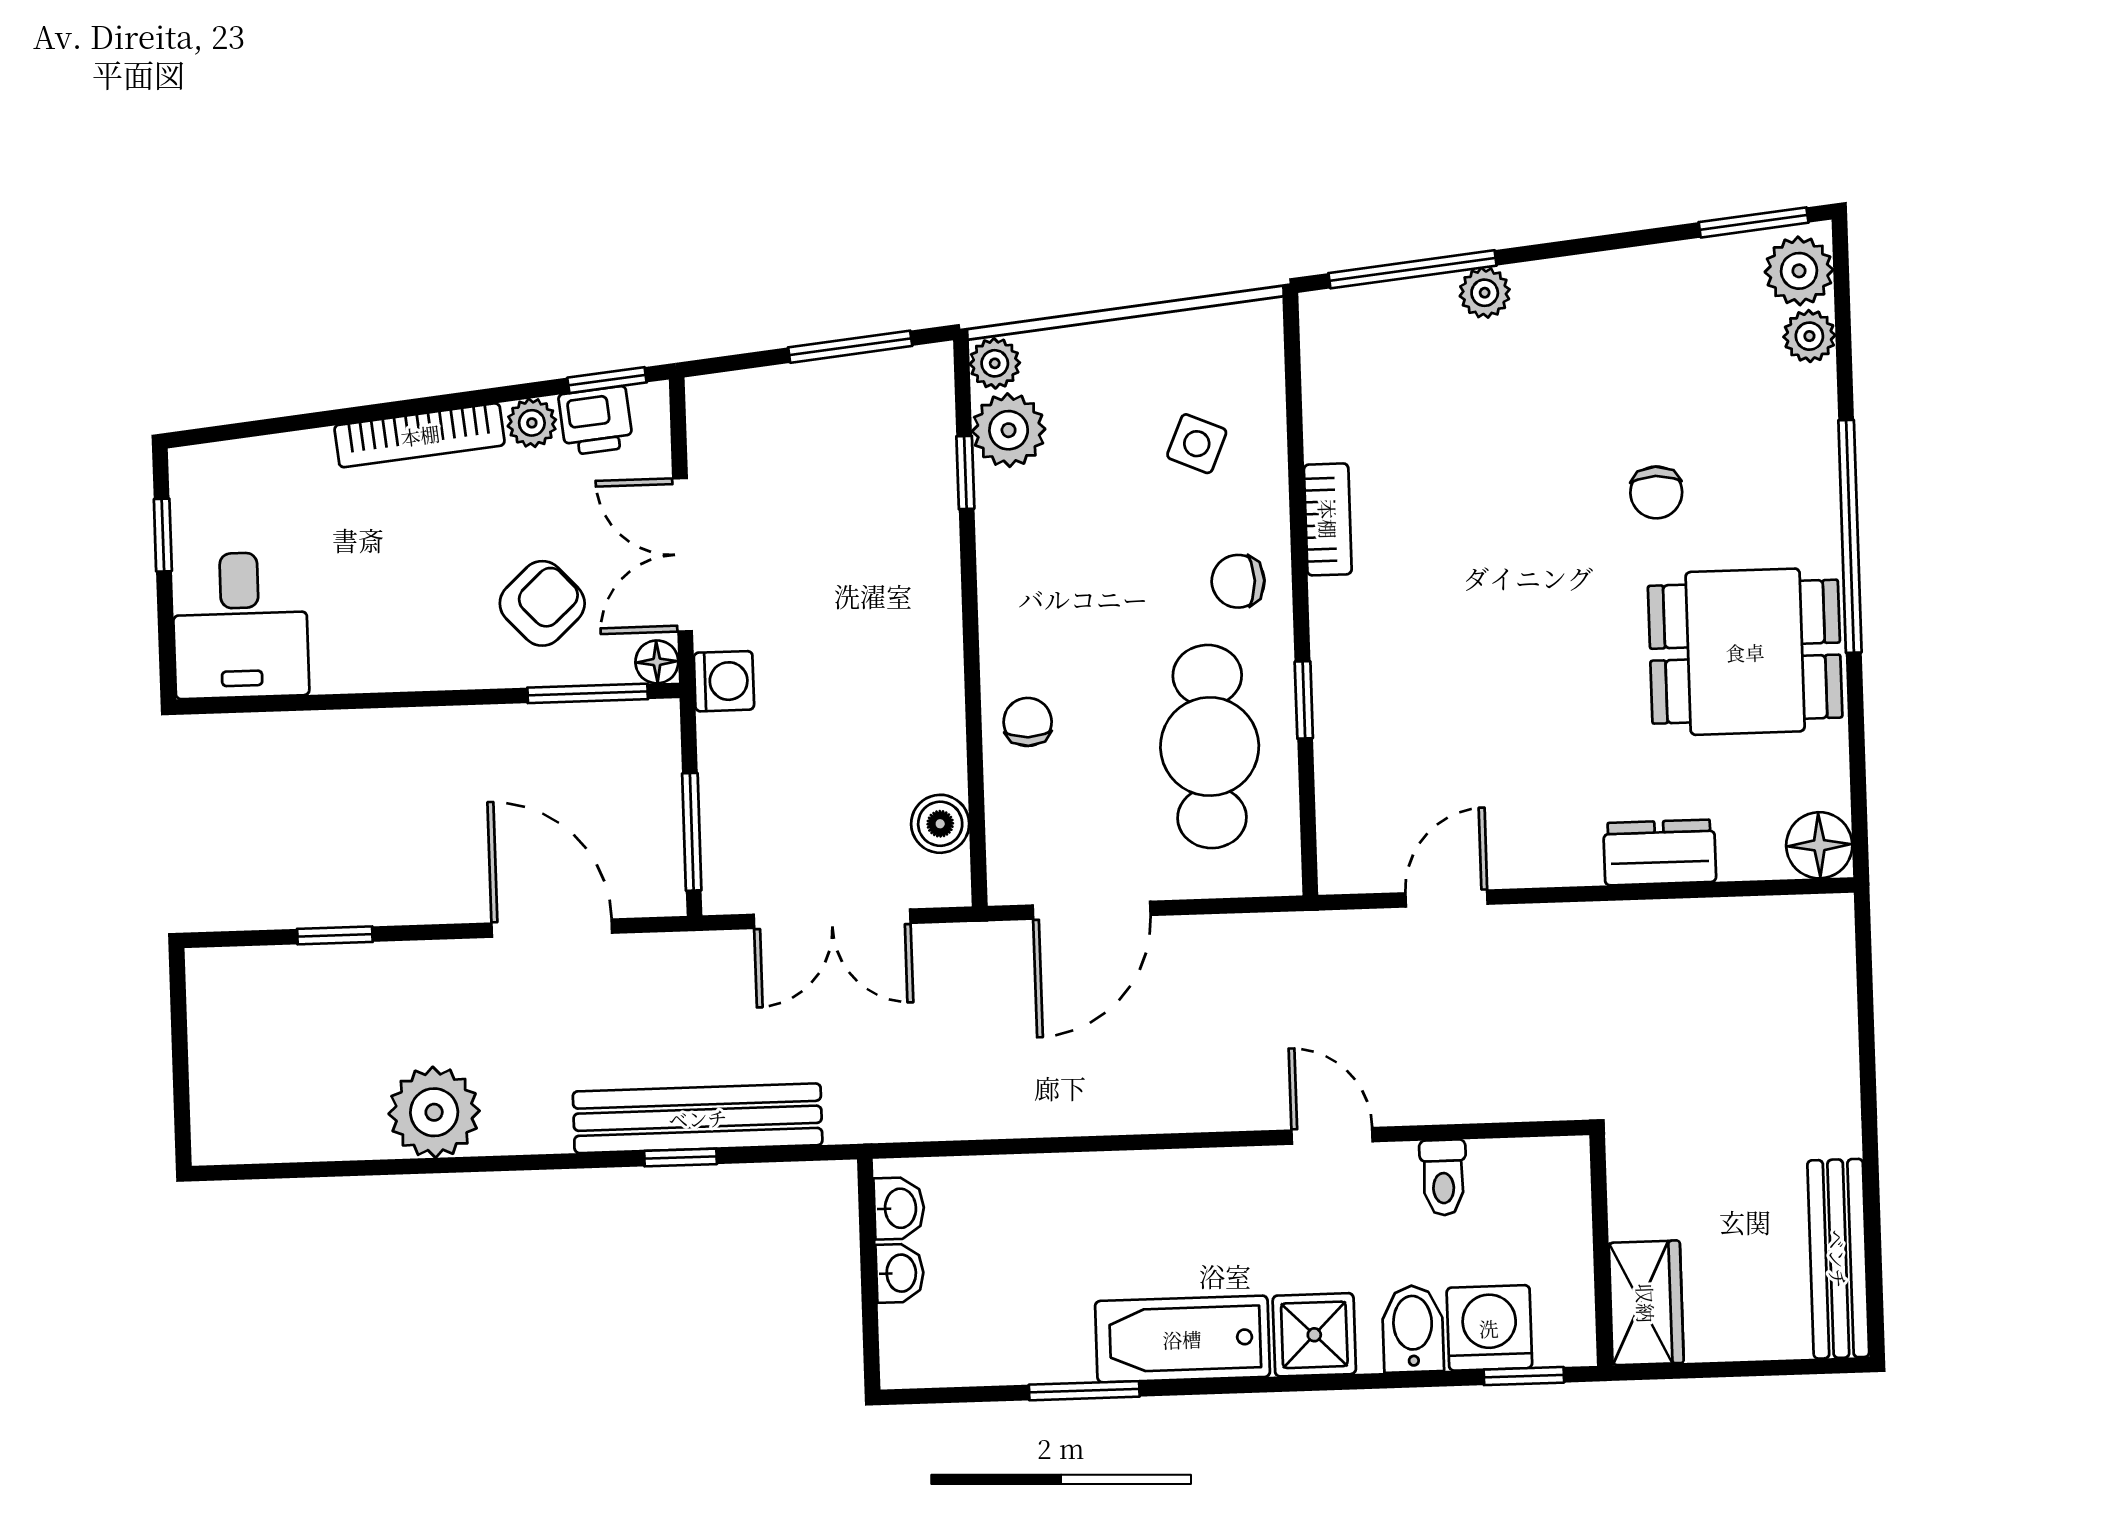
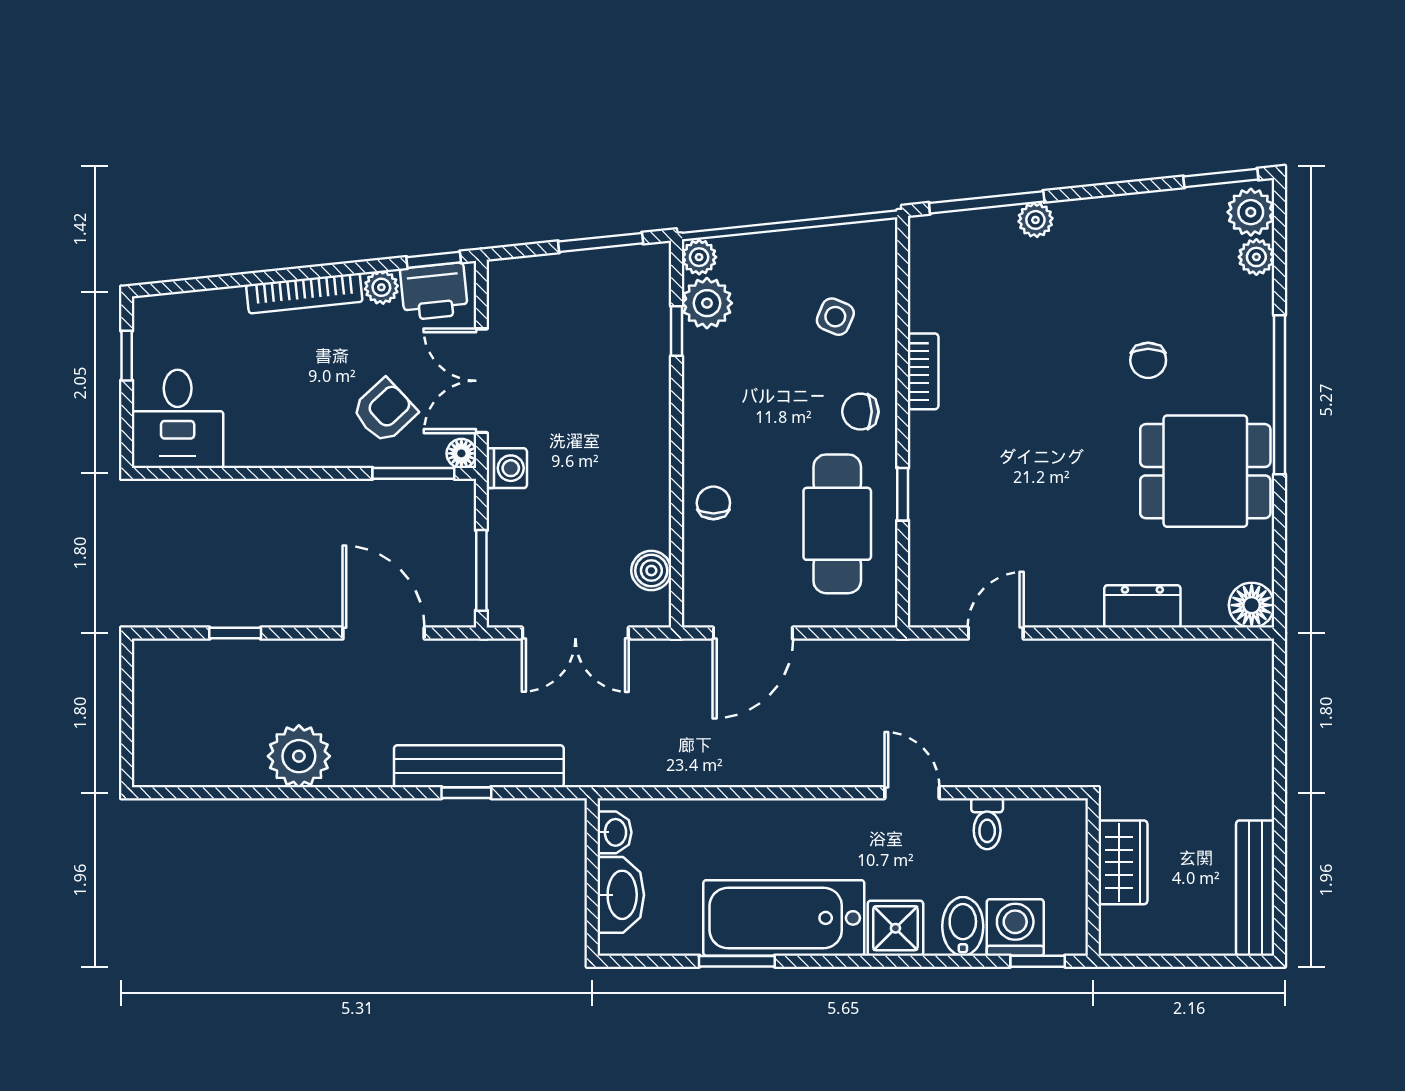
printer: (596, 421) -> (434, 291), width x1.36, depth x1.24
washbasin: (900, 1273) -> (621, 895), width x1.91, depth x1.45
wardrobe: (1646, 1303) -> (1123, 862), moved
bathtub: (1182, 1339) -> (784, 918), width x1.36, depth x1.36

